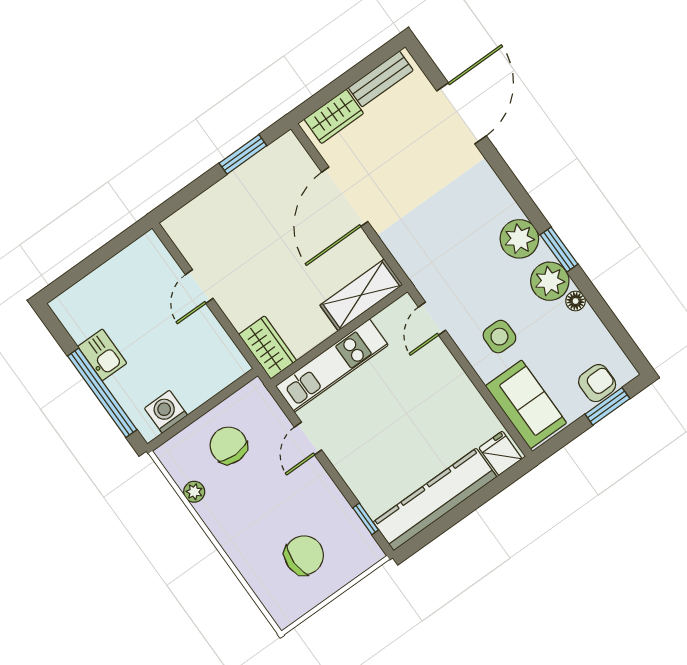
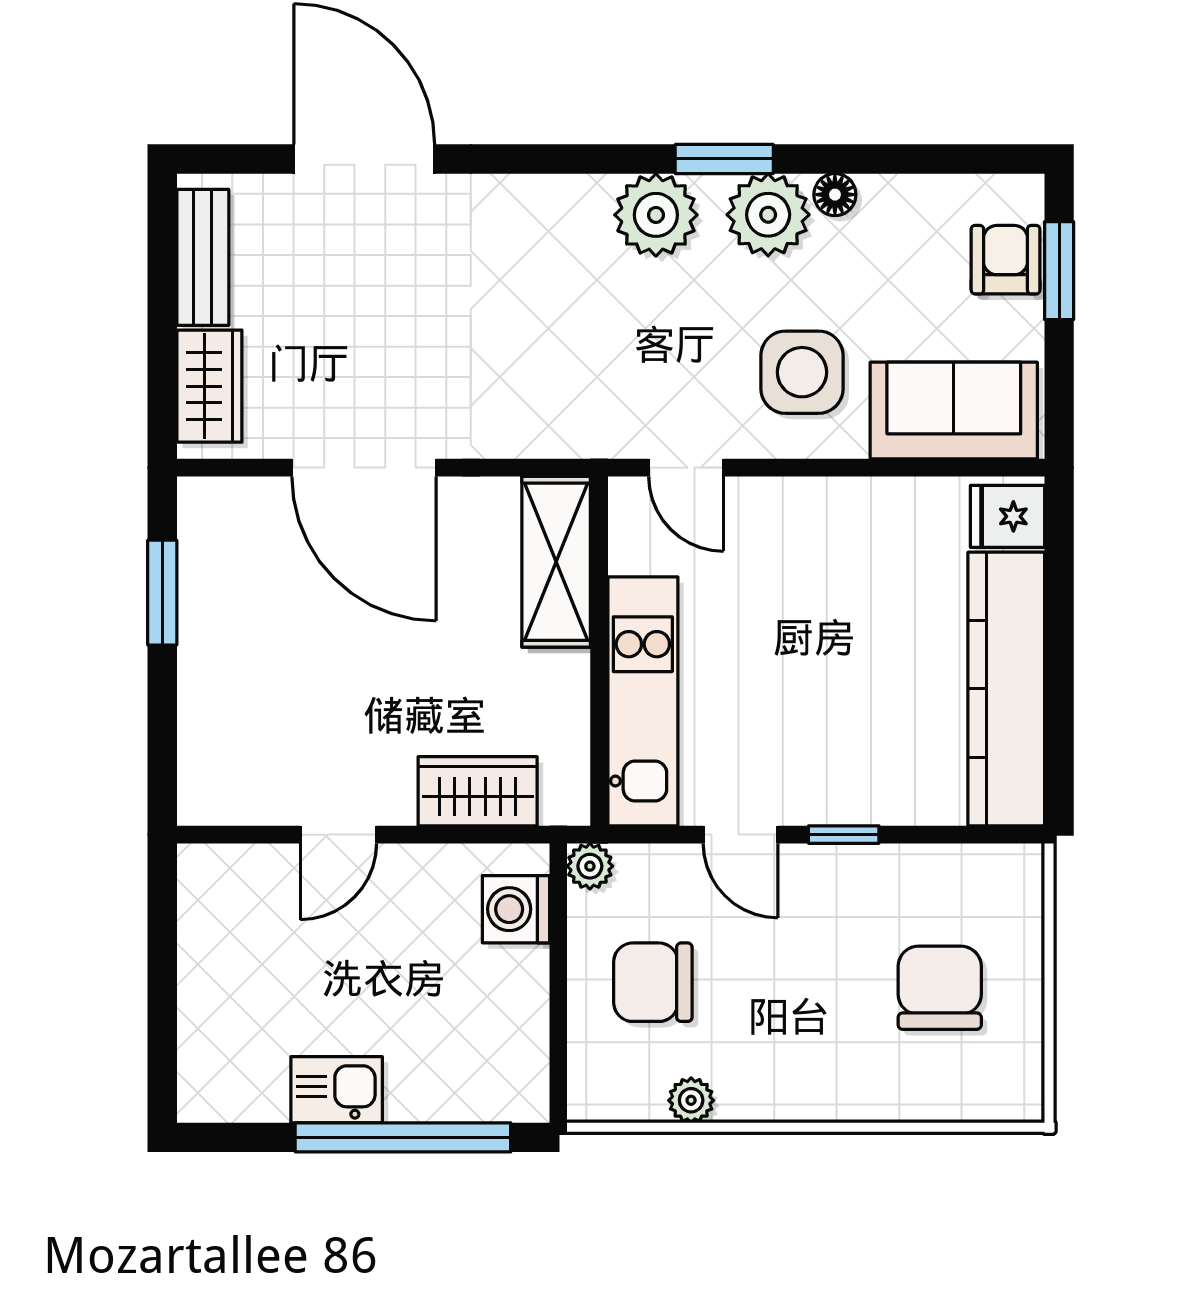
door: (199, 287) -> (339, 835), hinge flipped
side table: (499, 337) -> (802, 372), width x1.37, depth x1.37
wardrobe: (268, 347) -> (478, 791), moved
plant: (255, 390) -> (590, 866), added
washing machine: (166, 412) -> (516, 909), moved
window: (366, 519) -> (844, 835), moved

